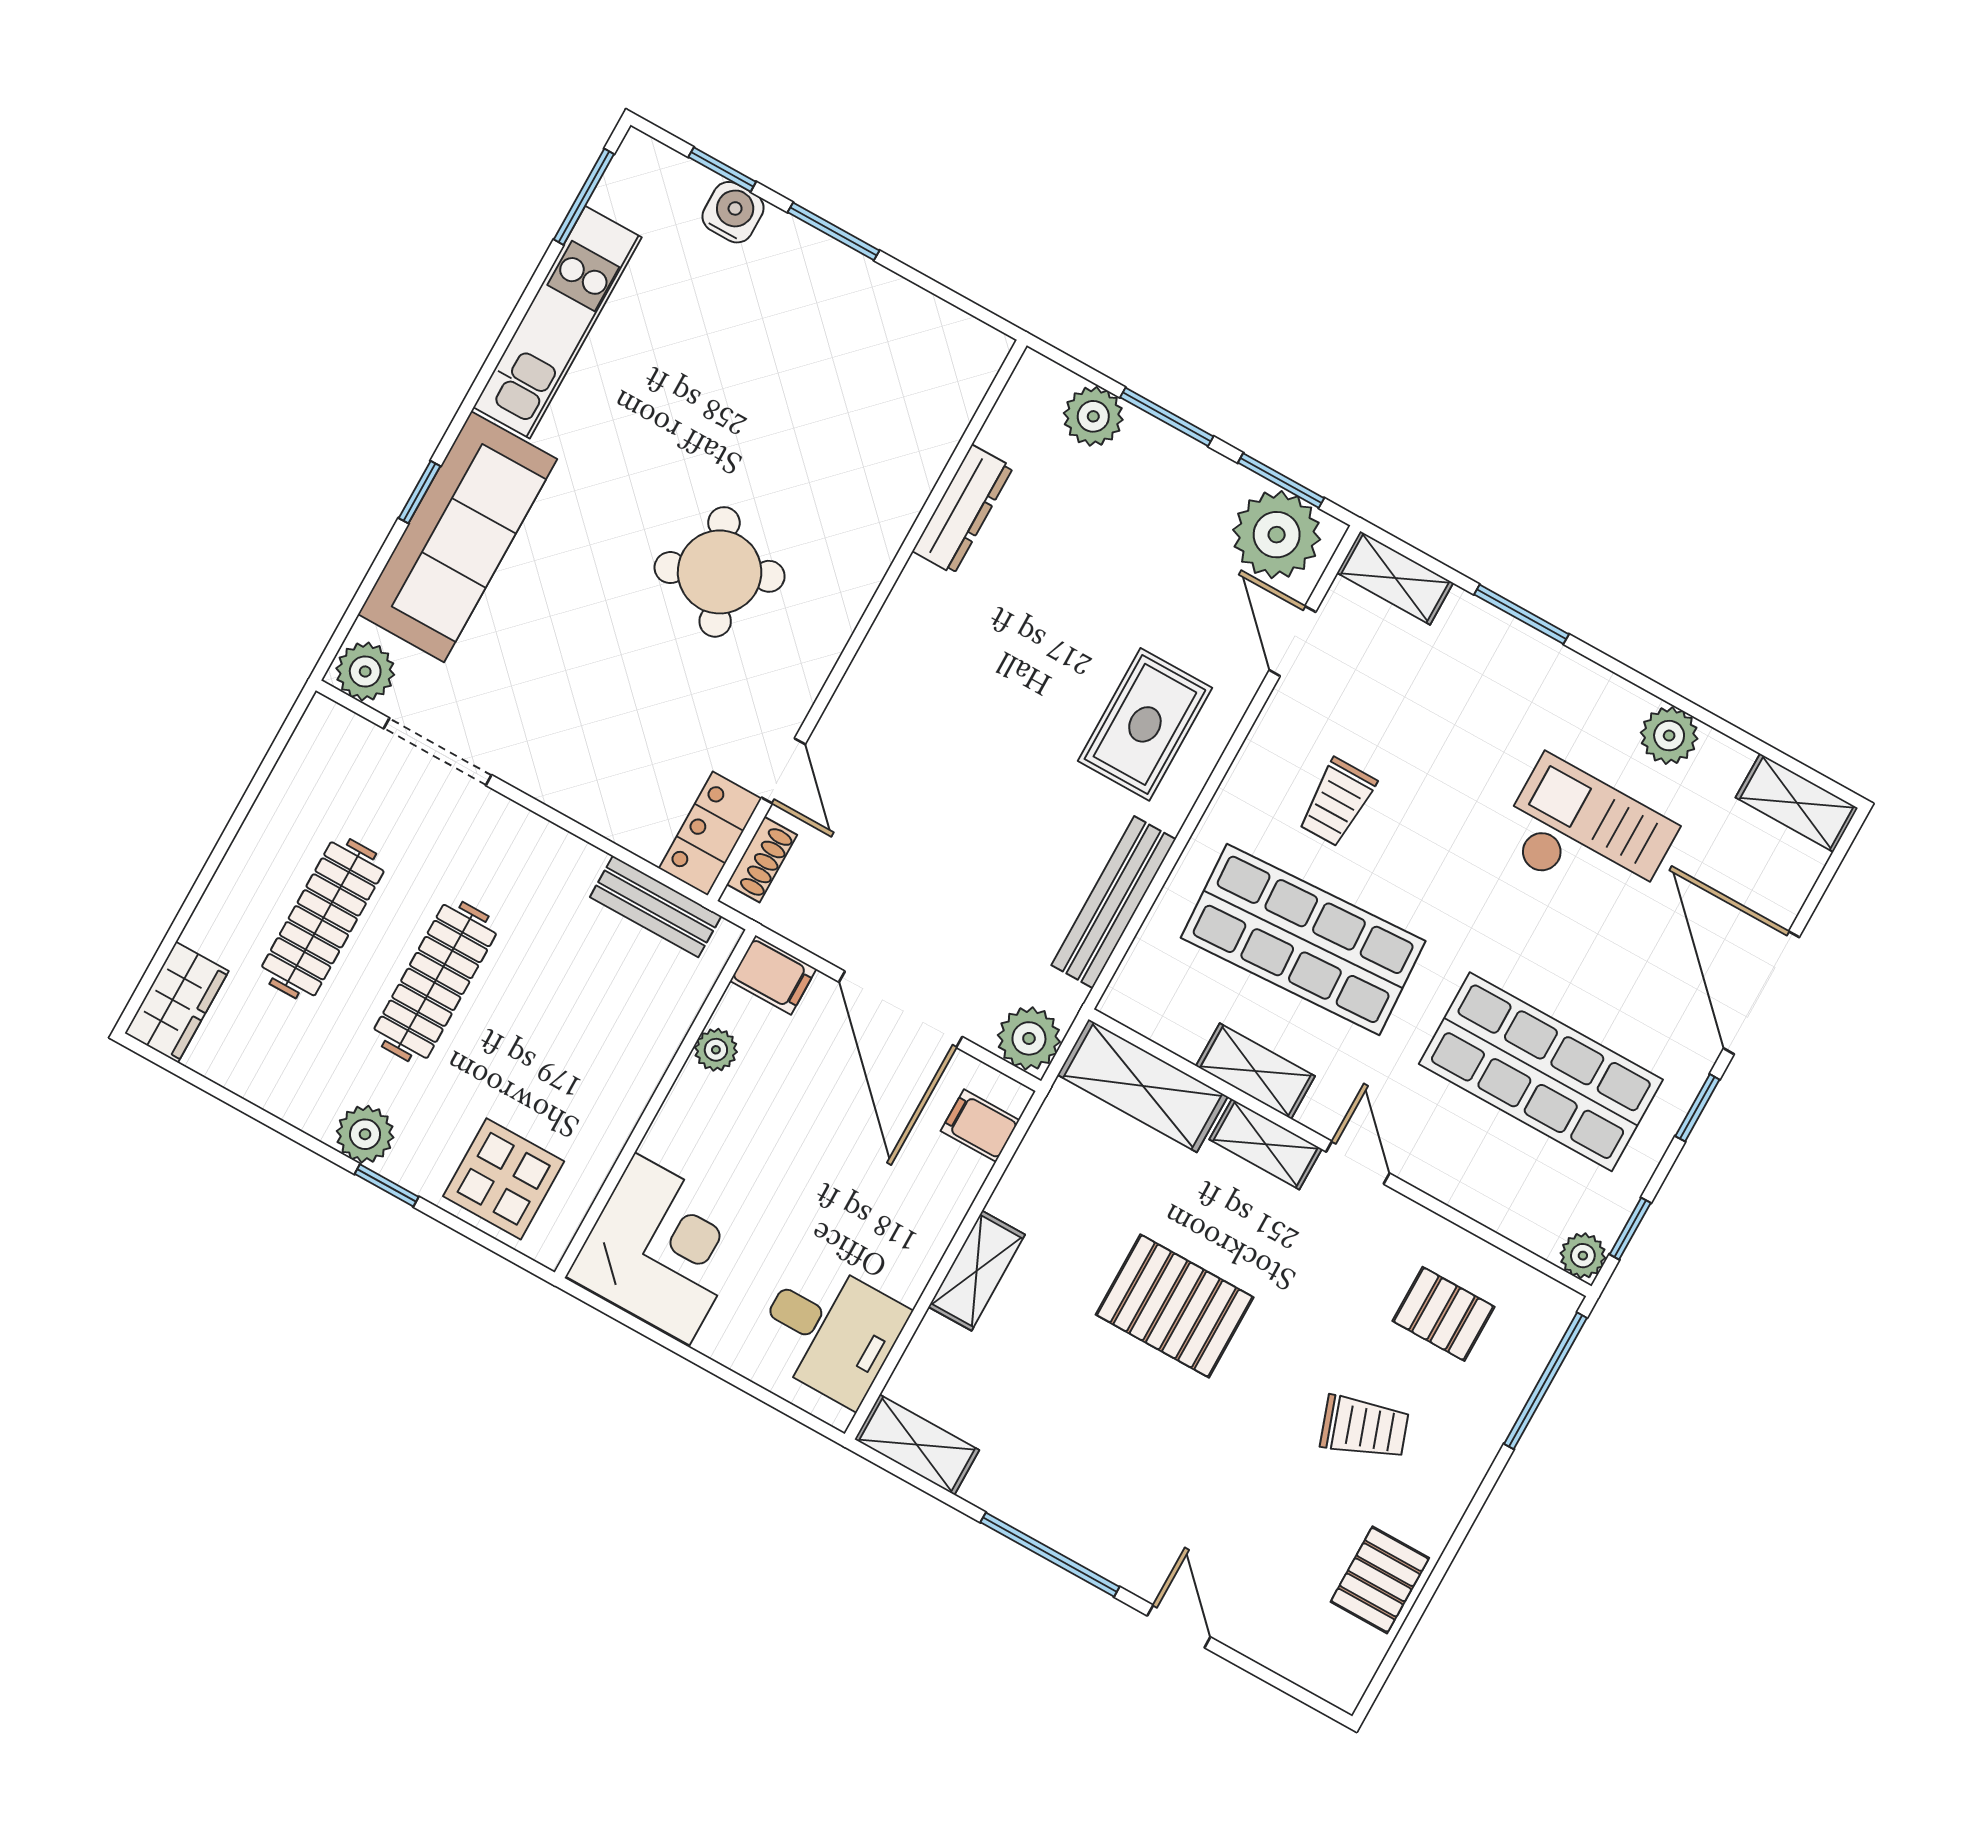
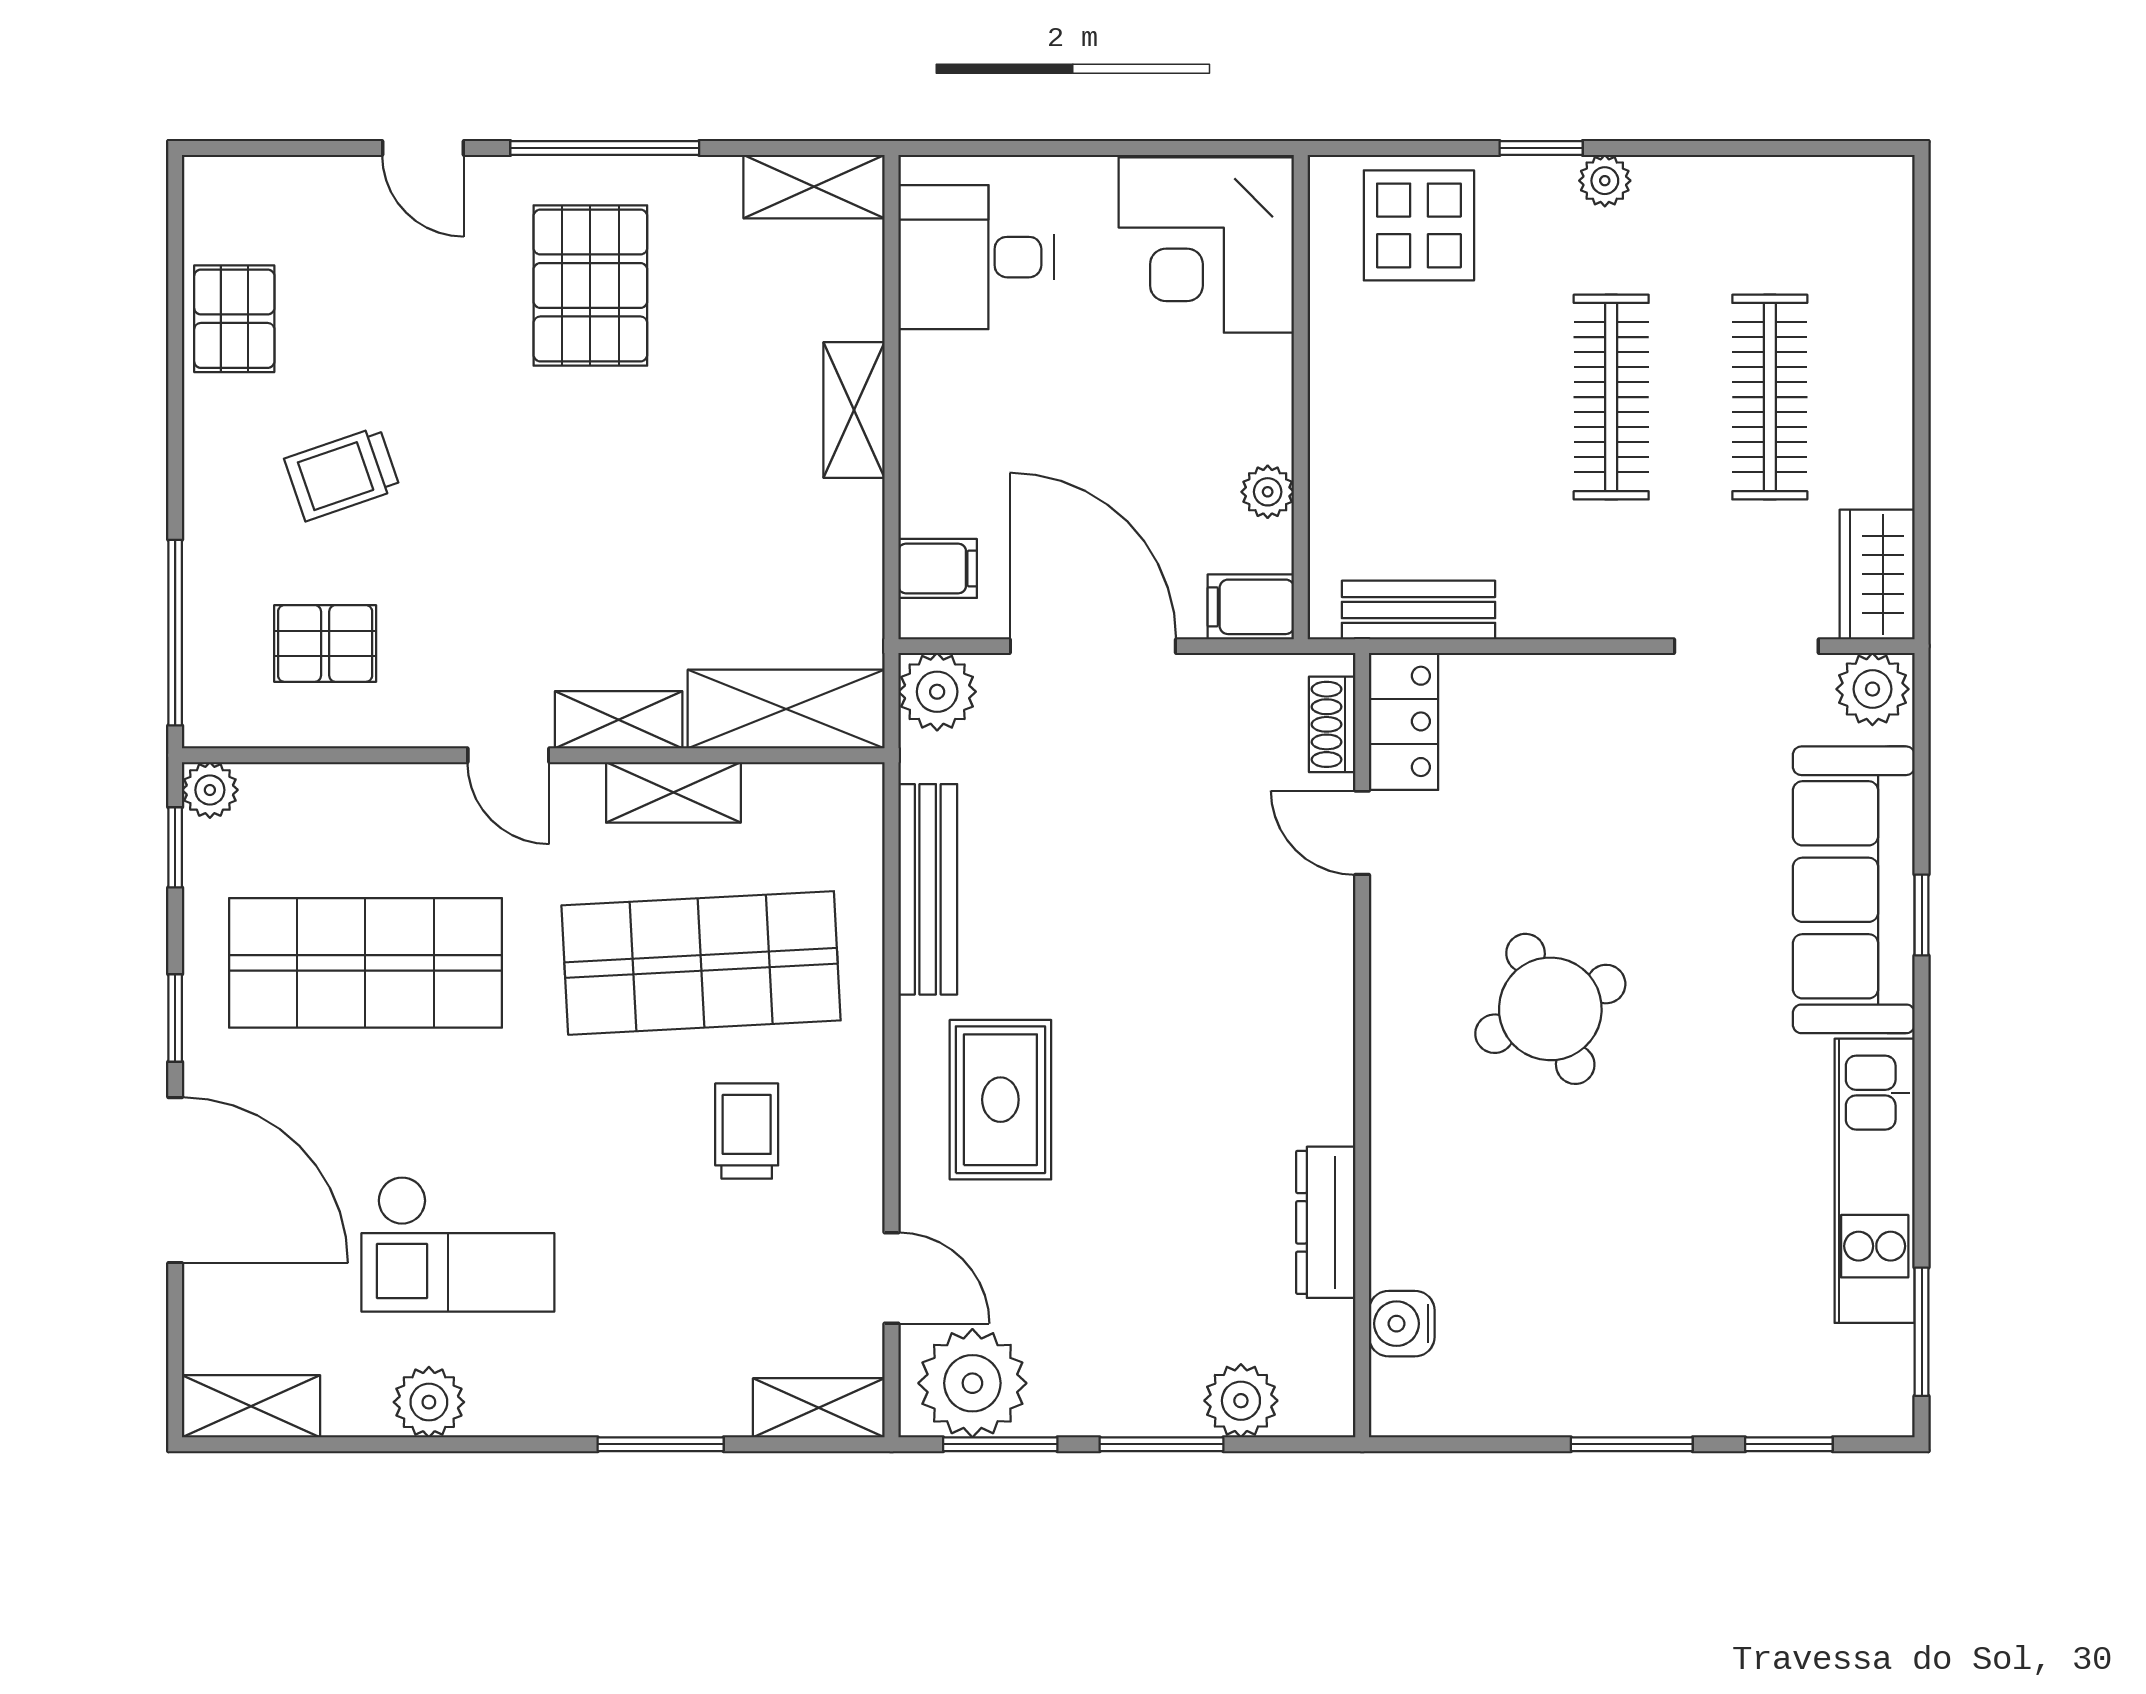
water cooler: (733, 212) -> (1402, 1324), moved, turned 90
wardrobe: (177, 1002) -> (1877, 574), moved
plant: (365, 1134) -> (1605, 181), width x0.73, depth x0.73
pallet: (1175, 1306) -> (590, 285), moved, turned 90

